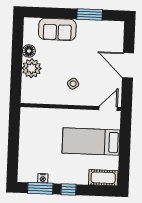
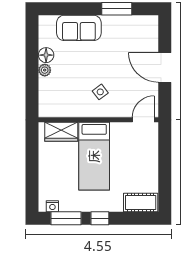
plant: (32, 68) -> (45, 70), width x0.53, depth x0.53
wardrobe: (39, 116) -> (61, 132), added
bed: (91, 142) -> (94, 156), moved, turned -90
nightstand: (43, 178) -> (52, 206), moved

